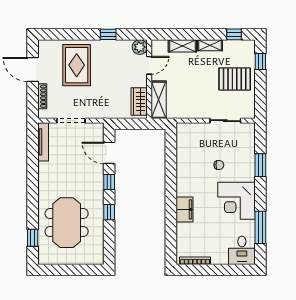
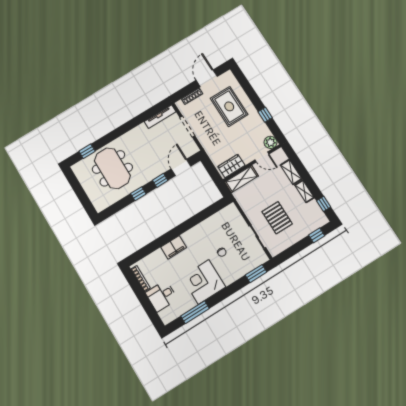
rug: (77, 65) -> (229, 106), turned 90
pallet: (235, 79) -> (277, 218), moved
window: (260, 165) -> (256, 274), moved
meeting table: (67, 223) -> (112, 168), turned 90
desk: (242, 250) -> (162, 296), moved

